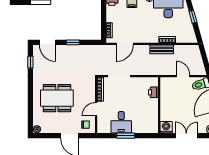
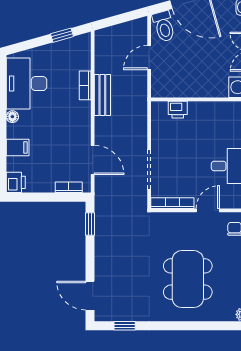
window: (193, 17) -> (62, 35), moved
door: (48, 42) -> (90, 296), swing flipped
window: (73, 42) -> (90, 224), moved
door: (96, 109) -> (208, 210), swing flipped

